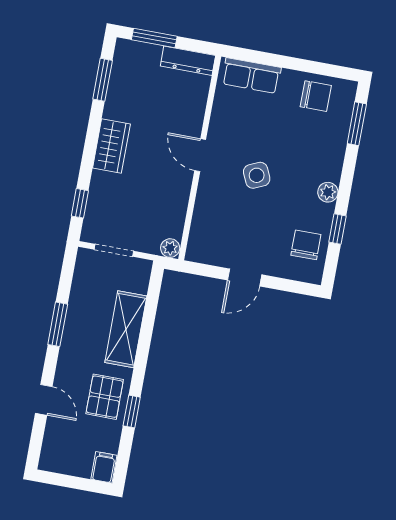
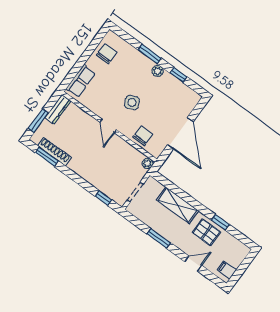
shoe rack: (117, 88) -> (54, 151), added
window: (357, 124) -> (150, 54), moved
wardrobe: (111, 146) -> (82, 168), removed
door: (200, 155) -> (108, 126), hinge flipped
chair: (306, 245) -> (143, 136), moved, turned 90
door: (245, 277) -> (180, 133), width x1.88
filing cabinet: (104, 467) -> (227, 270), moved

